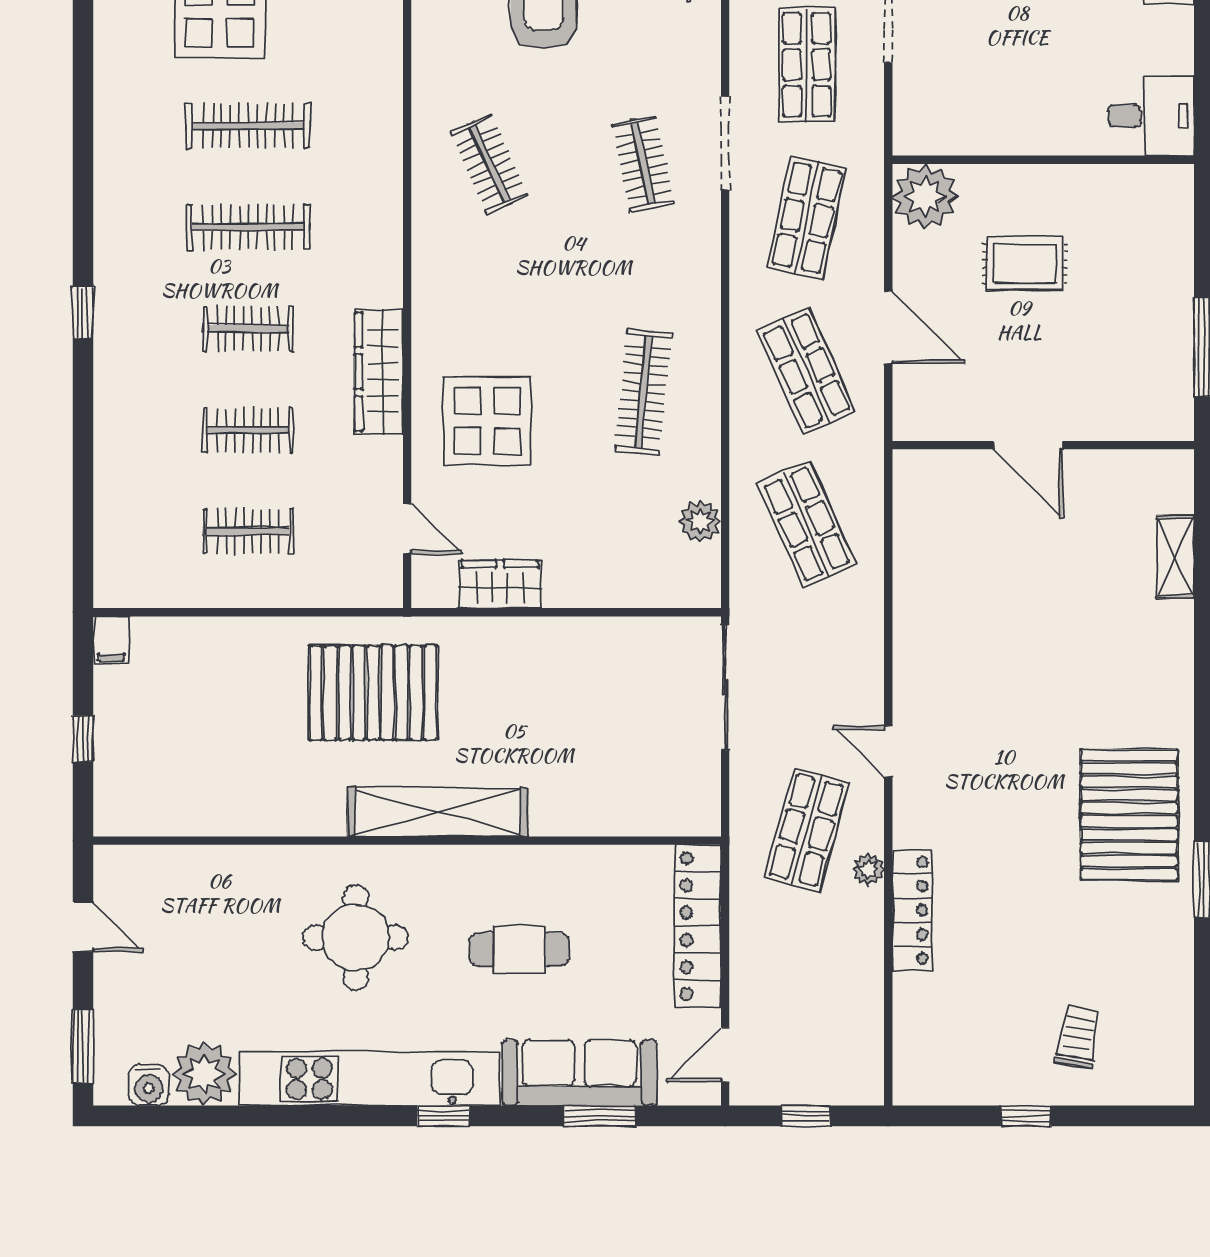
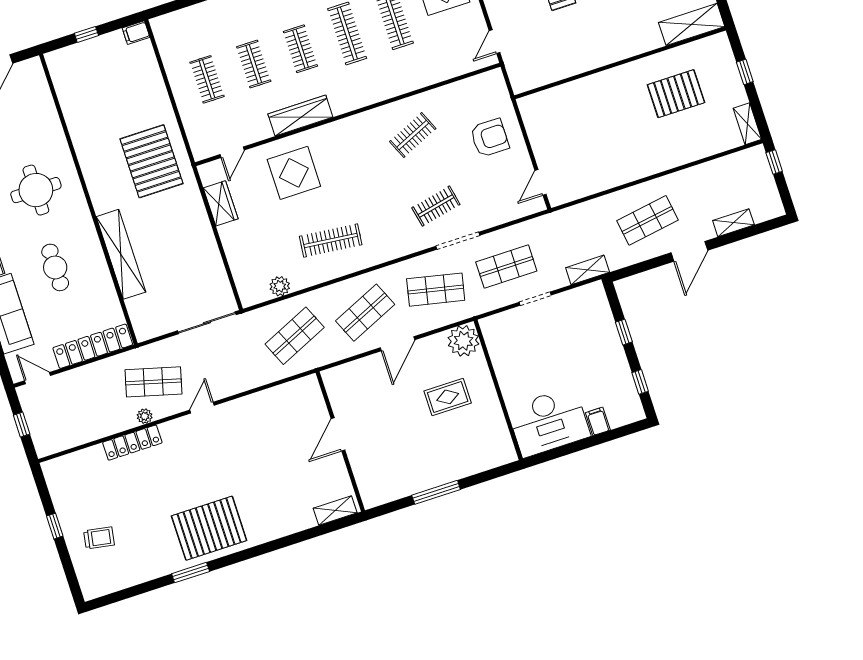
desk: (1151, 116) -> (549, 422), width x1.87, depth x1.30
rug: (1025, 263) -> (448, 397), turned 90
door: (1028, 445) -> (338, 434), moved
wall: (1043, 445) -> (340, 441), moved
shelving: (437, 812) -> (121, 254), moved

